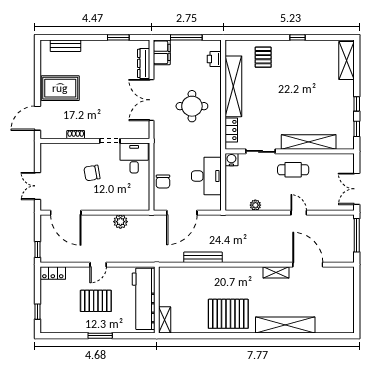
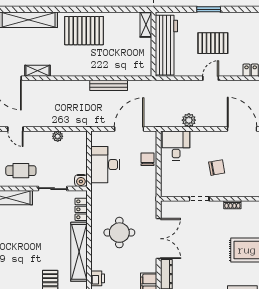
desk: (134, 158) -> (176, 146), moved, turned 180

